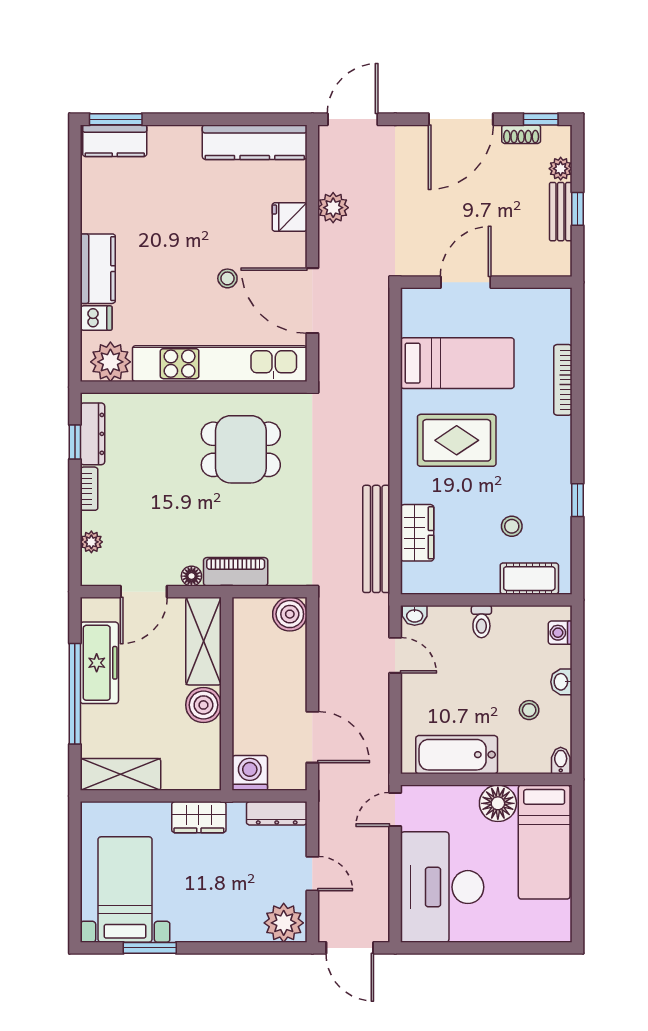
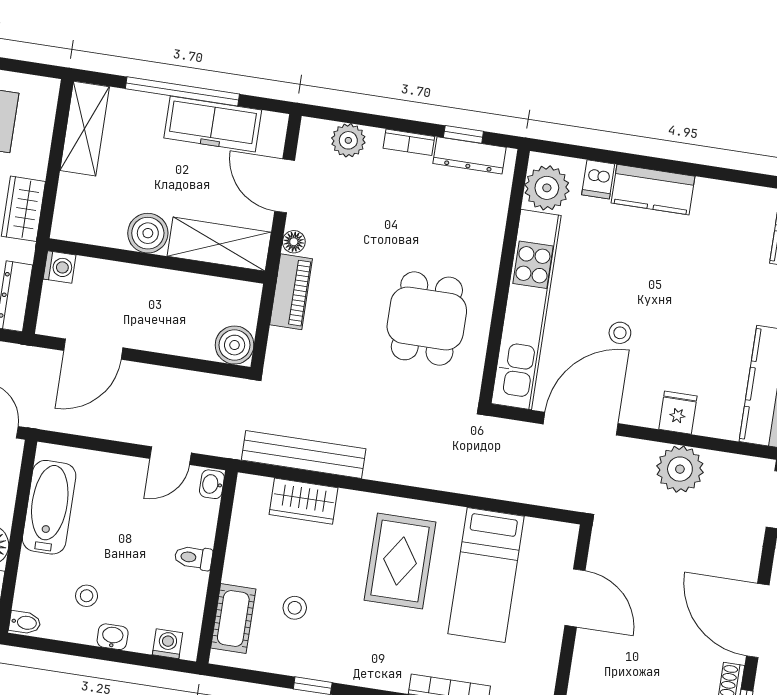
plant: (333, 208) -> (680, 469), width x1.36, depth x1.36
plant: (91, 542) -> (348, 140), width x1.38, depth x1.38
washing machine: (250, 773) -> (60, 267), width x0.73, depth x0.73

